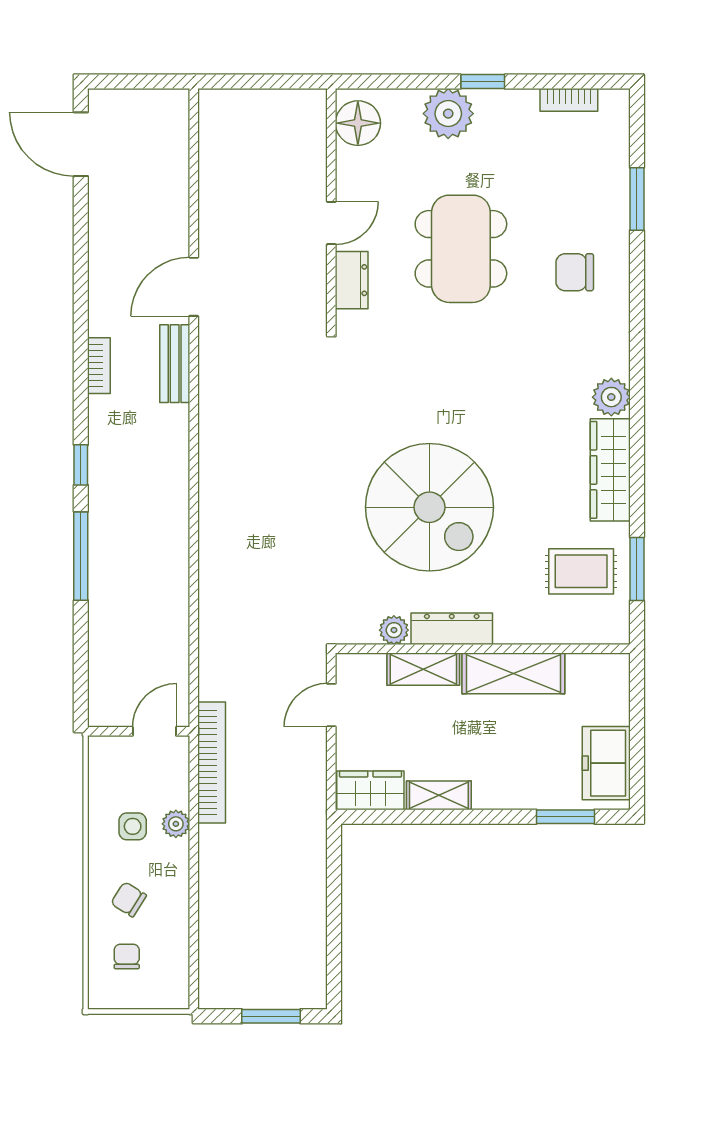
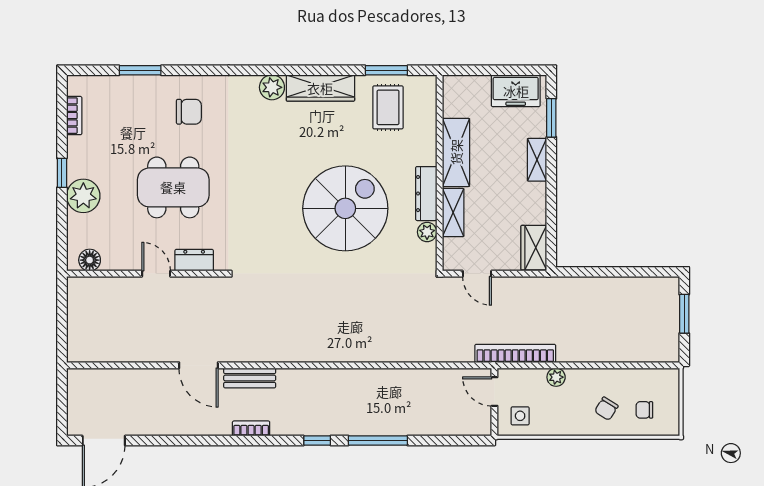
floor lamp: (358, 123) -> (90, 260), width x0.73, depth x0.73
chair: (575, 272) -> (189, 112), turned -90
shelving: (439, 795) -> (537, 160), moved
side table: (133, 826) -> (520, 416), moved

